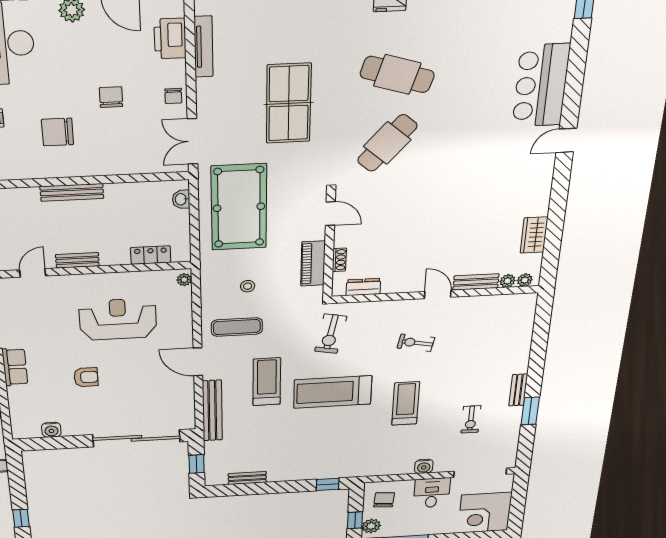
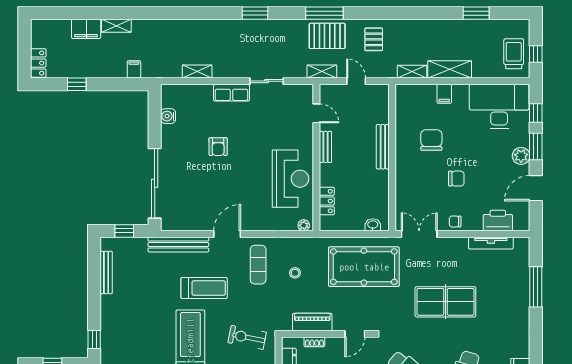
reception desk: (118, 319) -> (291, 179), moved
bench: (247, 478) -> (106, 272), width x1.36

